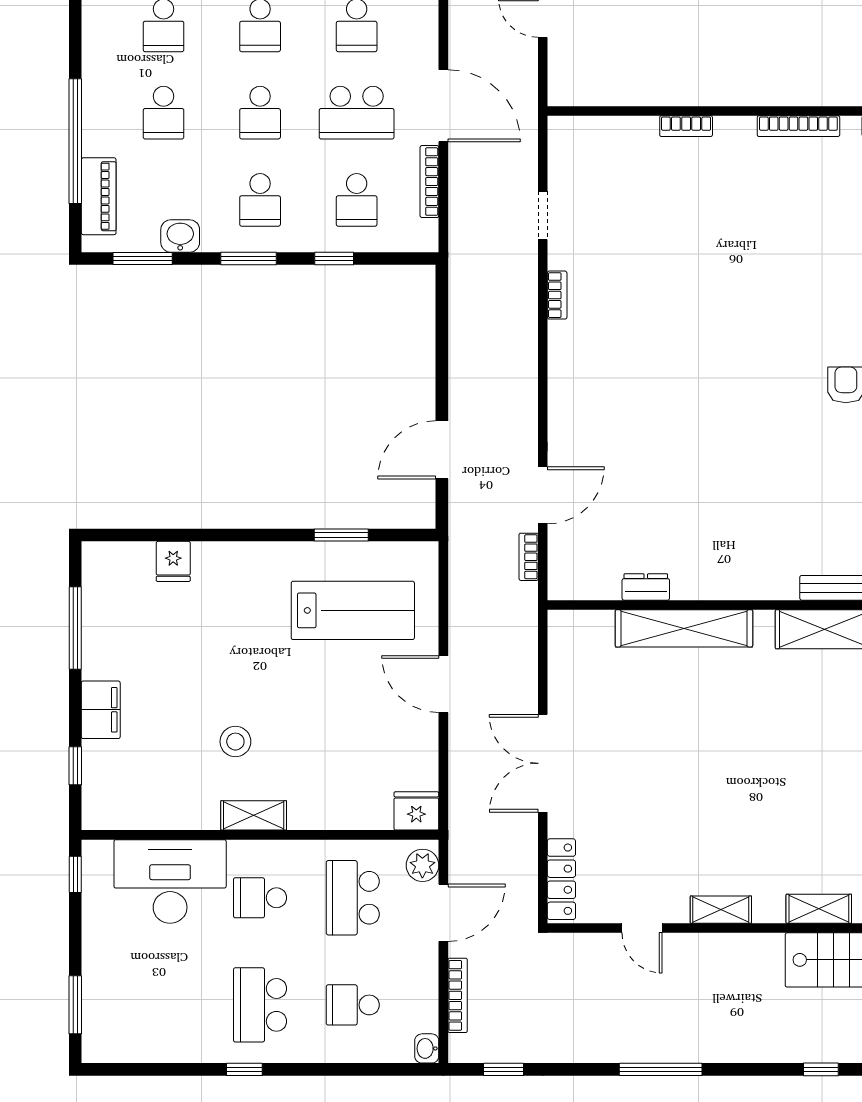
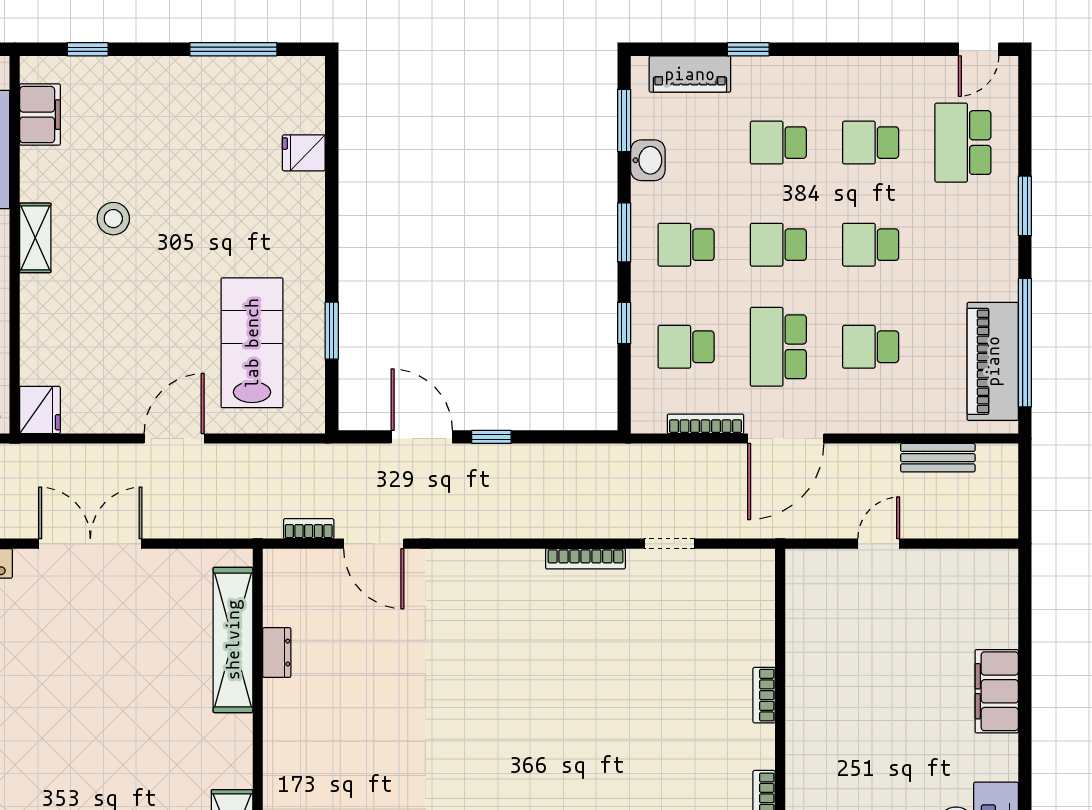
window: (75, 141) -> (748, 49), width x0.32
bookcase: (557, 295) -> (585, 559), width x1.56
window: (442, 384) -> (491, 437), added
lab bench: (353, 610) -> (252, 343), turned 180
shelving: (684, 628) -> (233, 640), moved
filing cabinet: (101, 710) -> (40, 115), moved, turned -90

